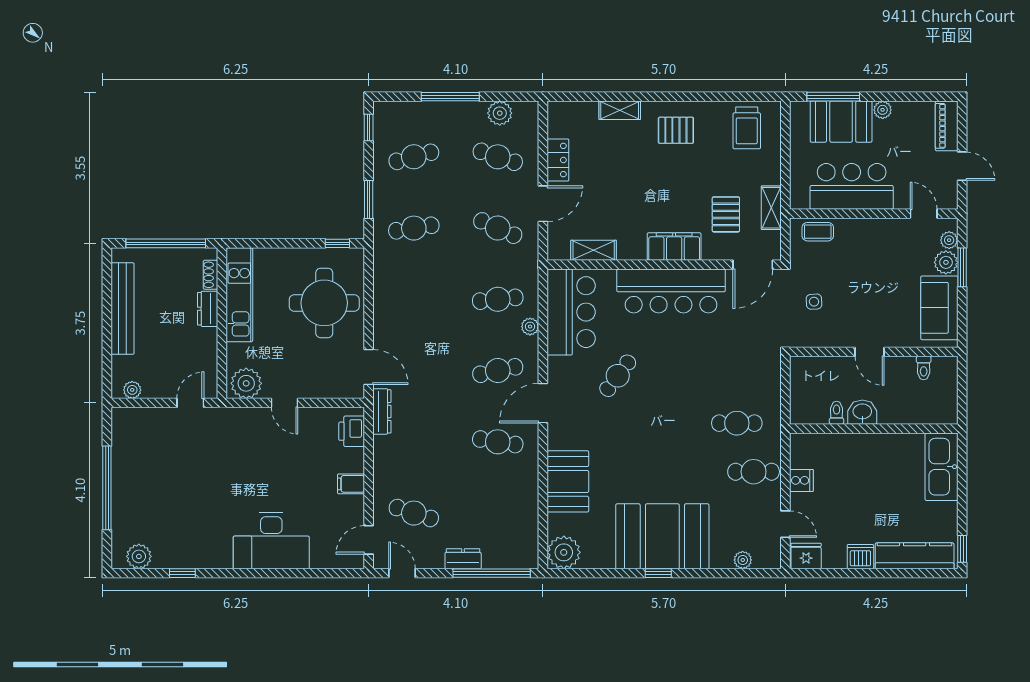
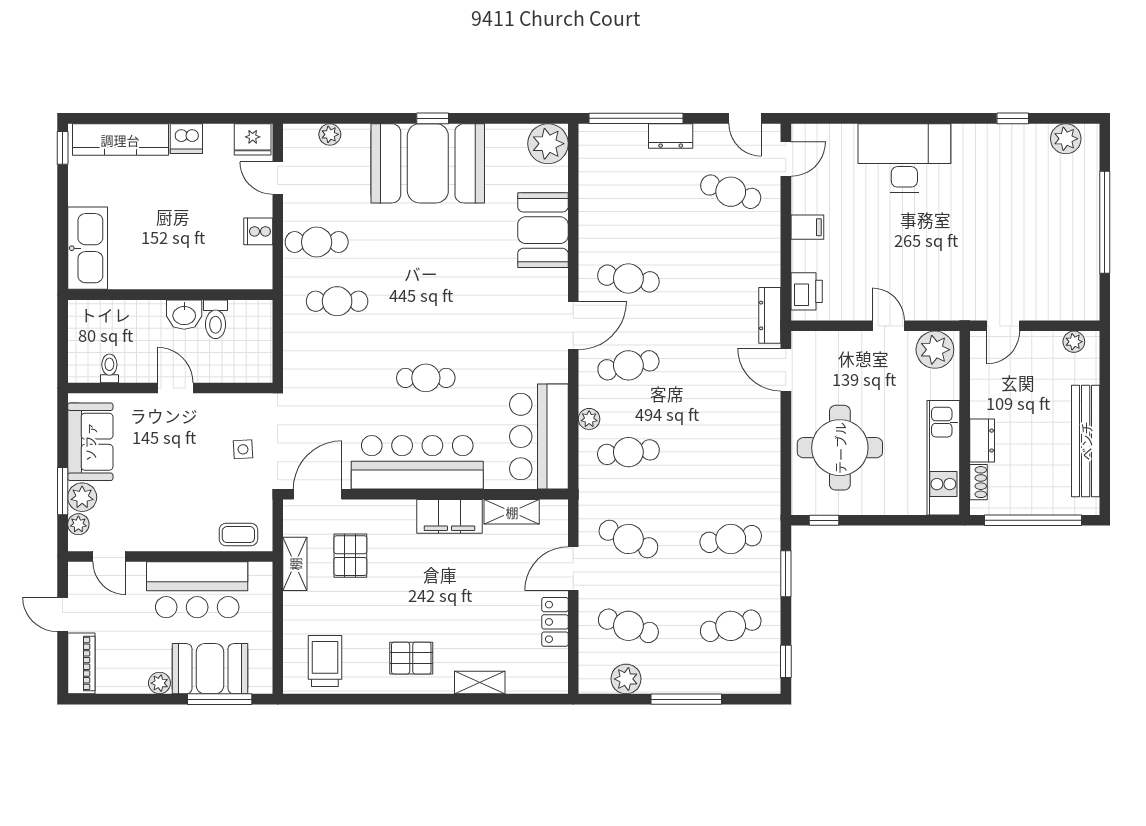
filing cabinet: (674, 247) -> (449, 516), moved
cafe table: (618, 376) -> (426, 378), moved, turned 53
toilet: (837, 413) -> (216, 319), width x1.37, depth x1.39

